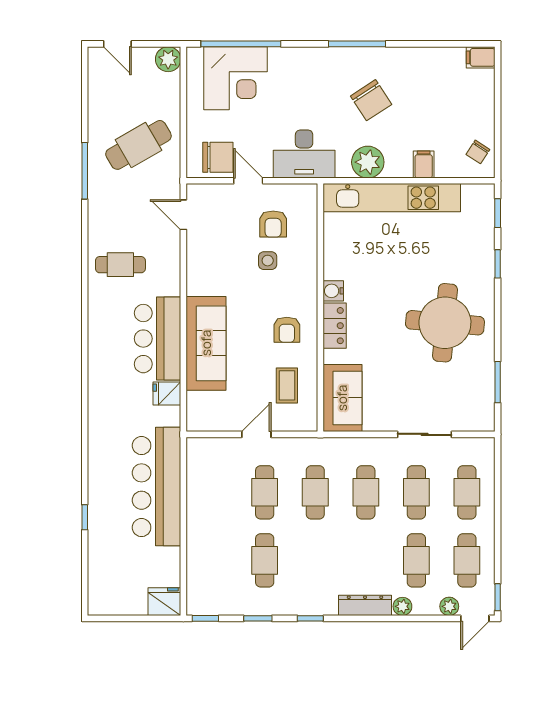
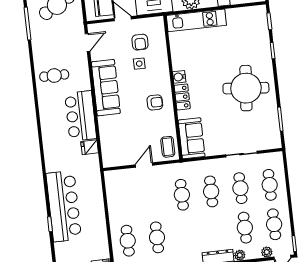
kitchen unit: (392, 198) -> (196, 20), width x0.73
door: (183, 215) -> (87, 43), swing flipped
armchair: (287, 330) -> (155, 102), turned -90
sofa: (206, 343) -> (106, 88), moved
coffee table: (287, 385) -> (168, 147), moved
bar counter: (157, 487) -> (64, 206), moved, turned 180
cafe table: (265, 492) -> (128, 241), moved

